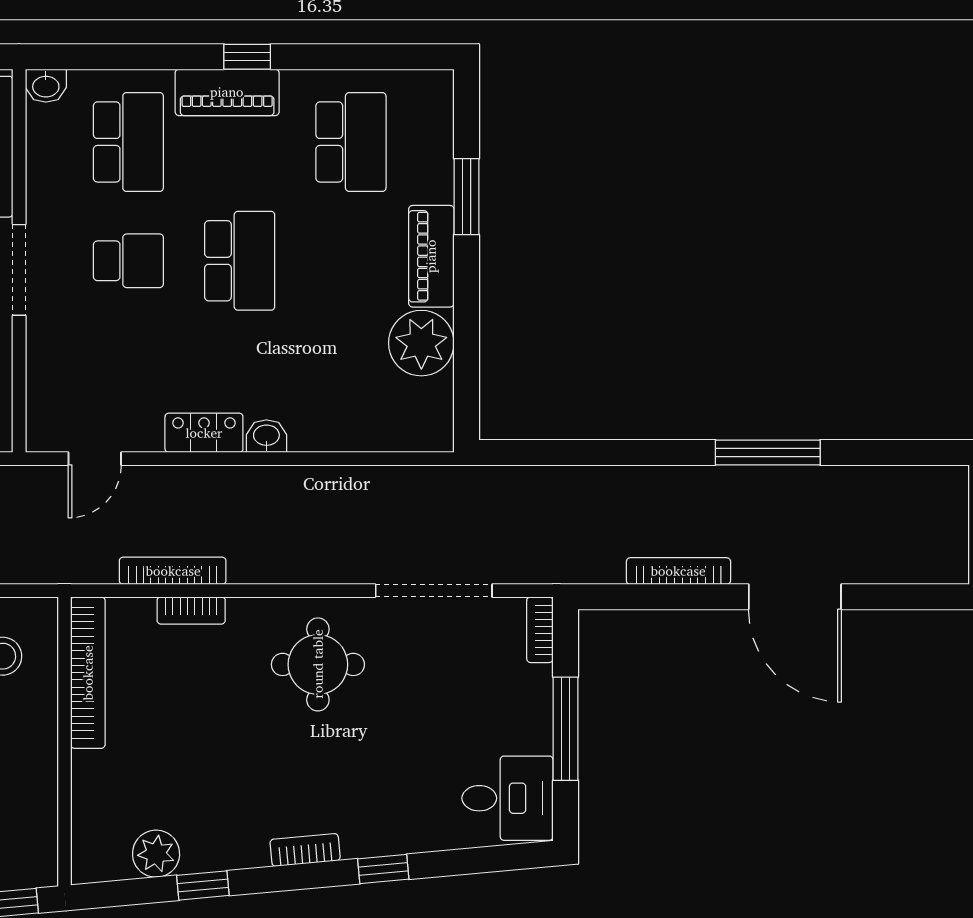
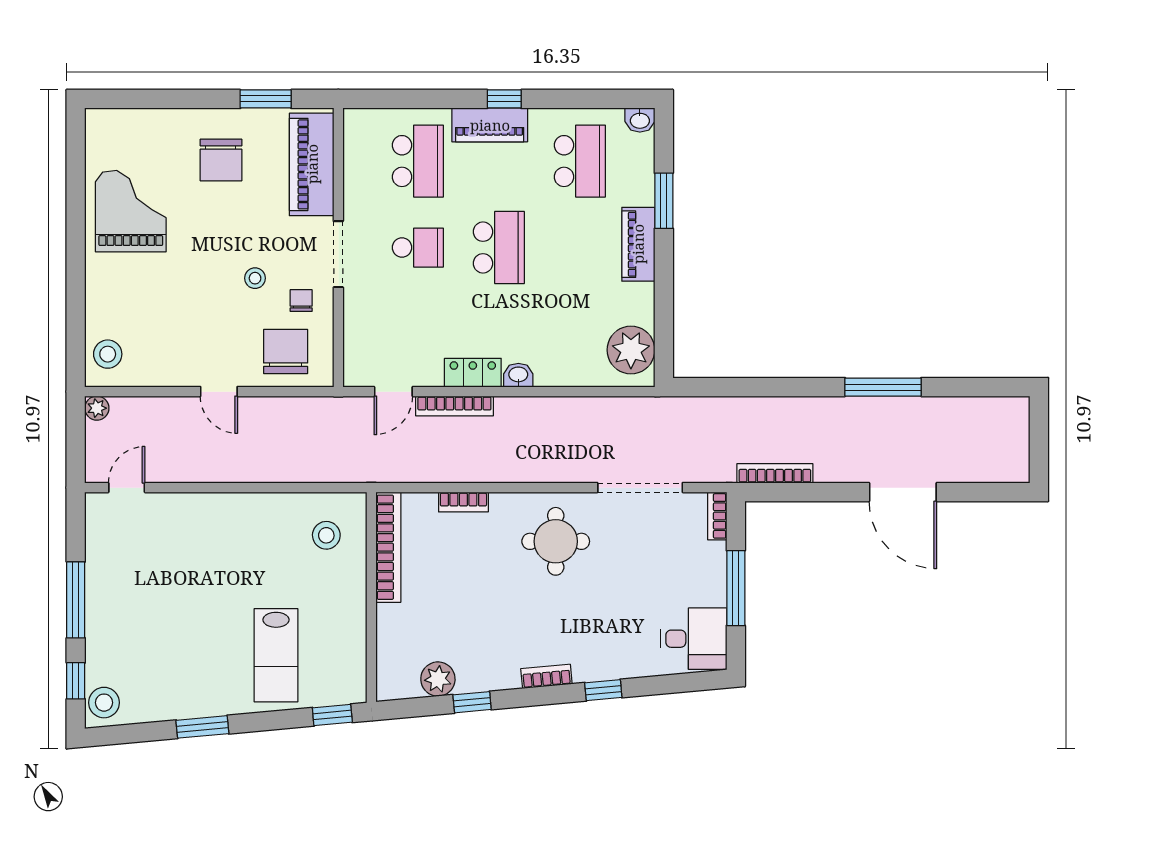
washbasin: (46, 86) -> (640, 120), moved
plant: (421, 343) -> (631, 350), moved
bookcase: (173, 571) -> (454, 406), moved, turned 180
bookcase: (678, 571) -> (775, 473), moved

